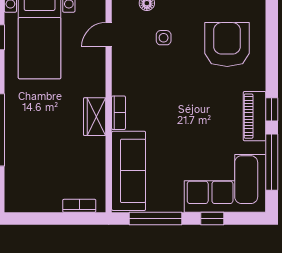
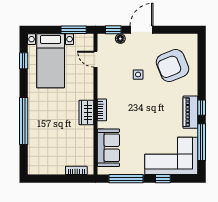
door: (109, 35) -> (95, 59), hinge flipped
side table: (164, 38) -> (138, 75), moved
armchair: (227, 44) -> (172, 66), turned -112
sofa: (129, 171) -> (108, 148), width x0.73

